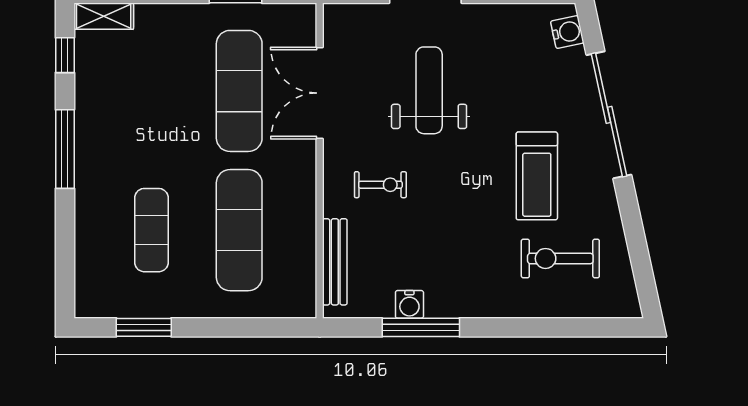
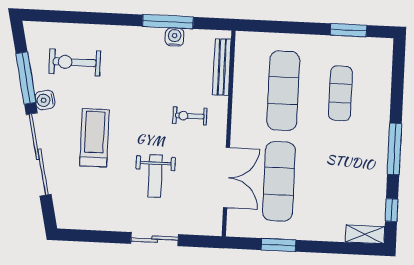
water cooler: (567, 32) -> (45, 100), moved
weight bench: (429, 90) -> (155, 176), width x0.73, depth x0.75
treadmill: (537, 176) -> (94, 138), moved
window: (634, 231) -> (26, 78), added
exercise bike: (560, 258) -> (75, 62), turned 180

